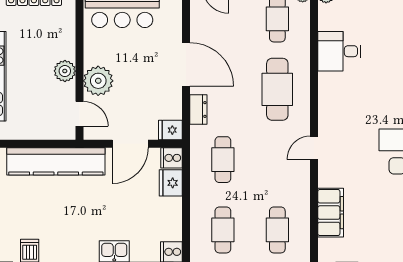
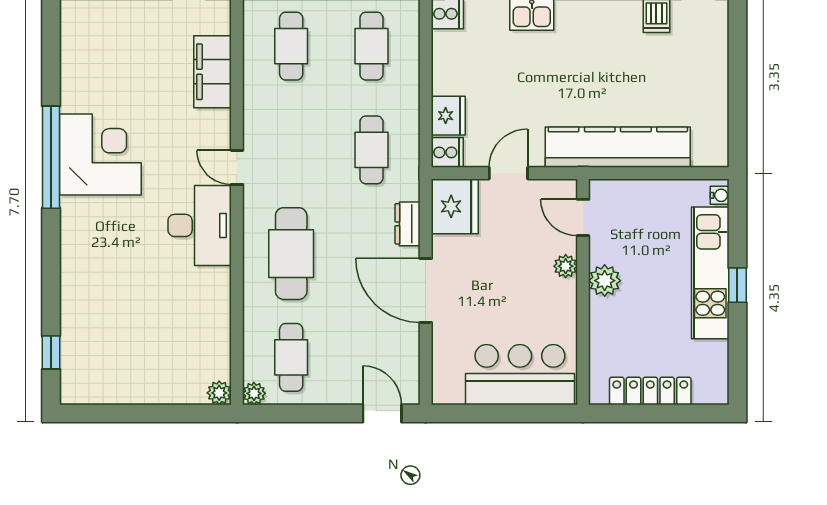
desk: (339, 51) -> (200, 225), moved, width x1.37
plant: (98, 81) -> (566, 266), width x0.53, depth x0.53
fridge: (170, 130) -> (455, 206), width x1.88, depth x1.34
door: (130, 144) -> (508, 173), width x0.73
door: (314, 148) -> (237, 167), swing flipped

